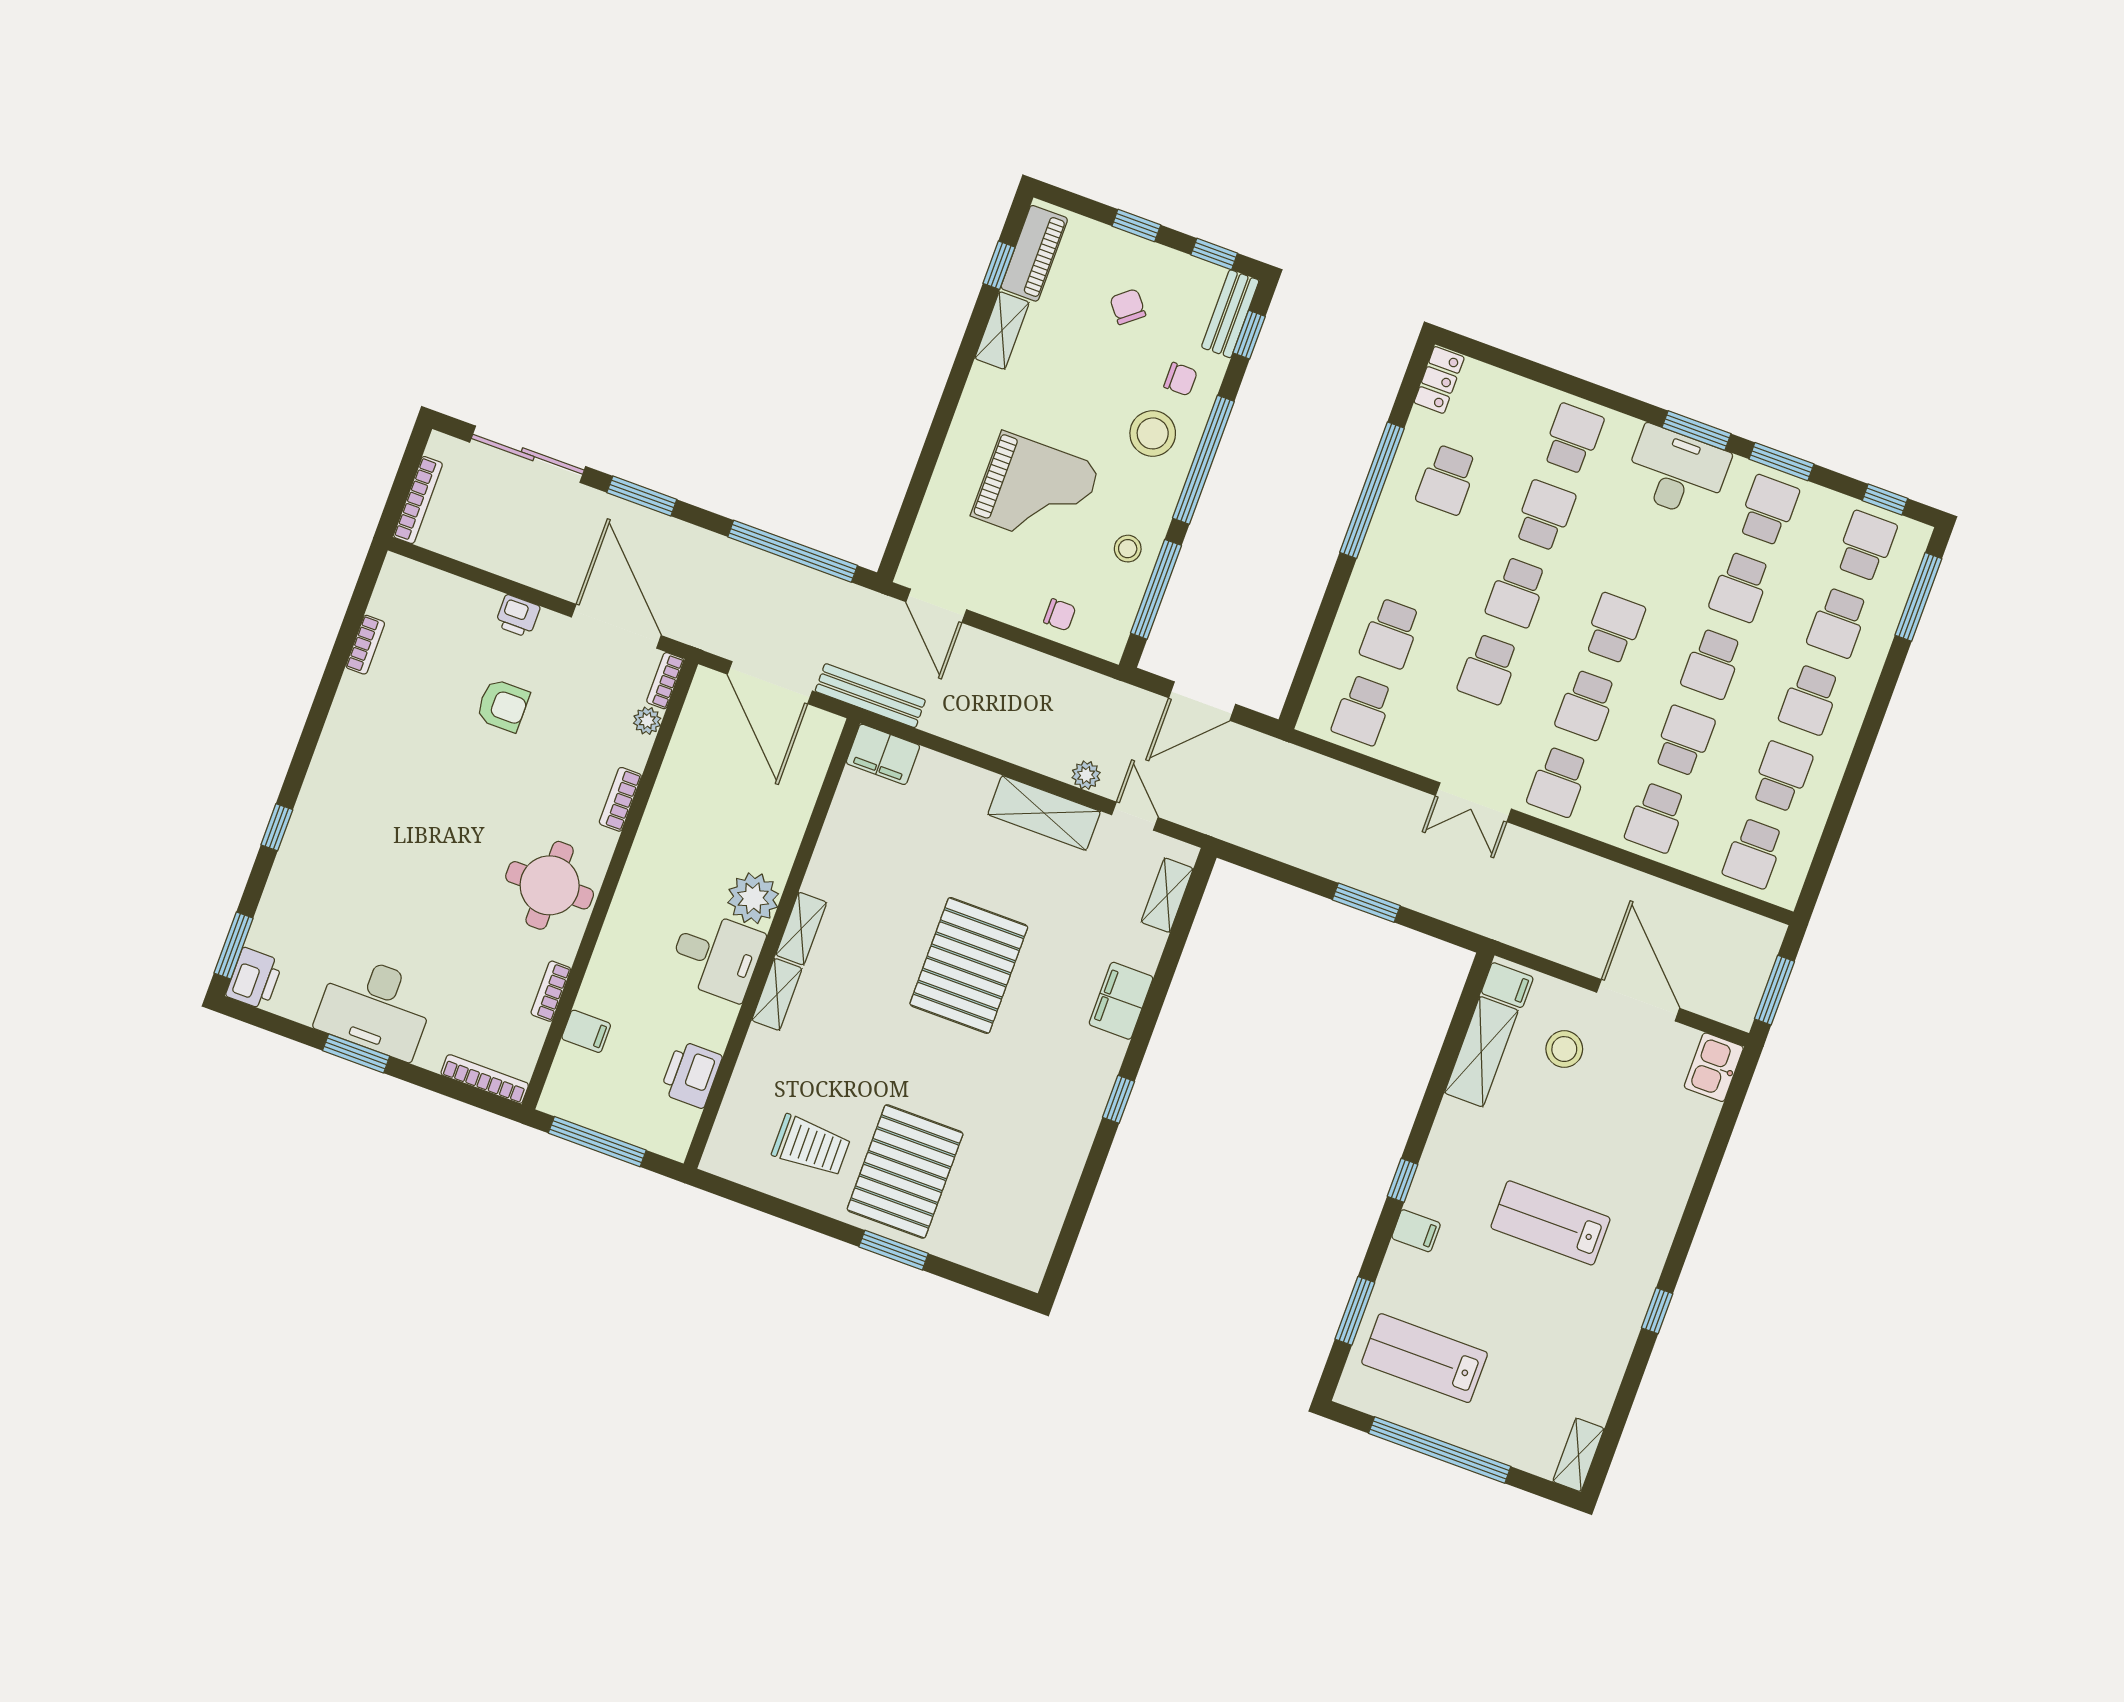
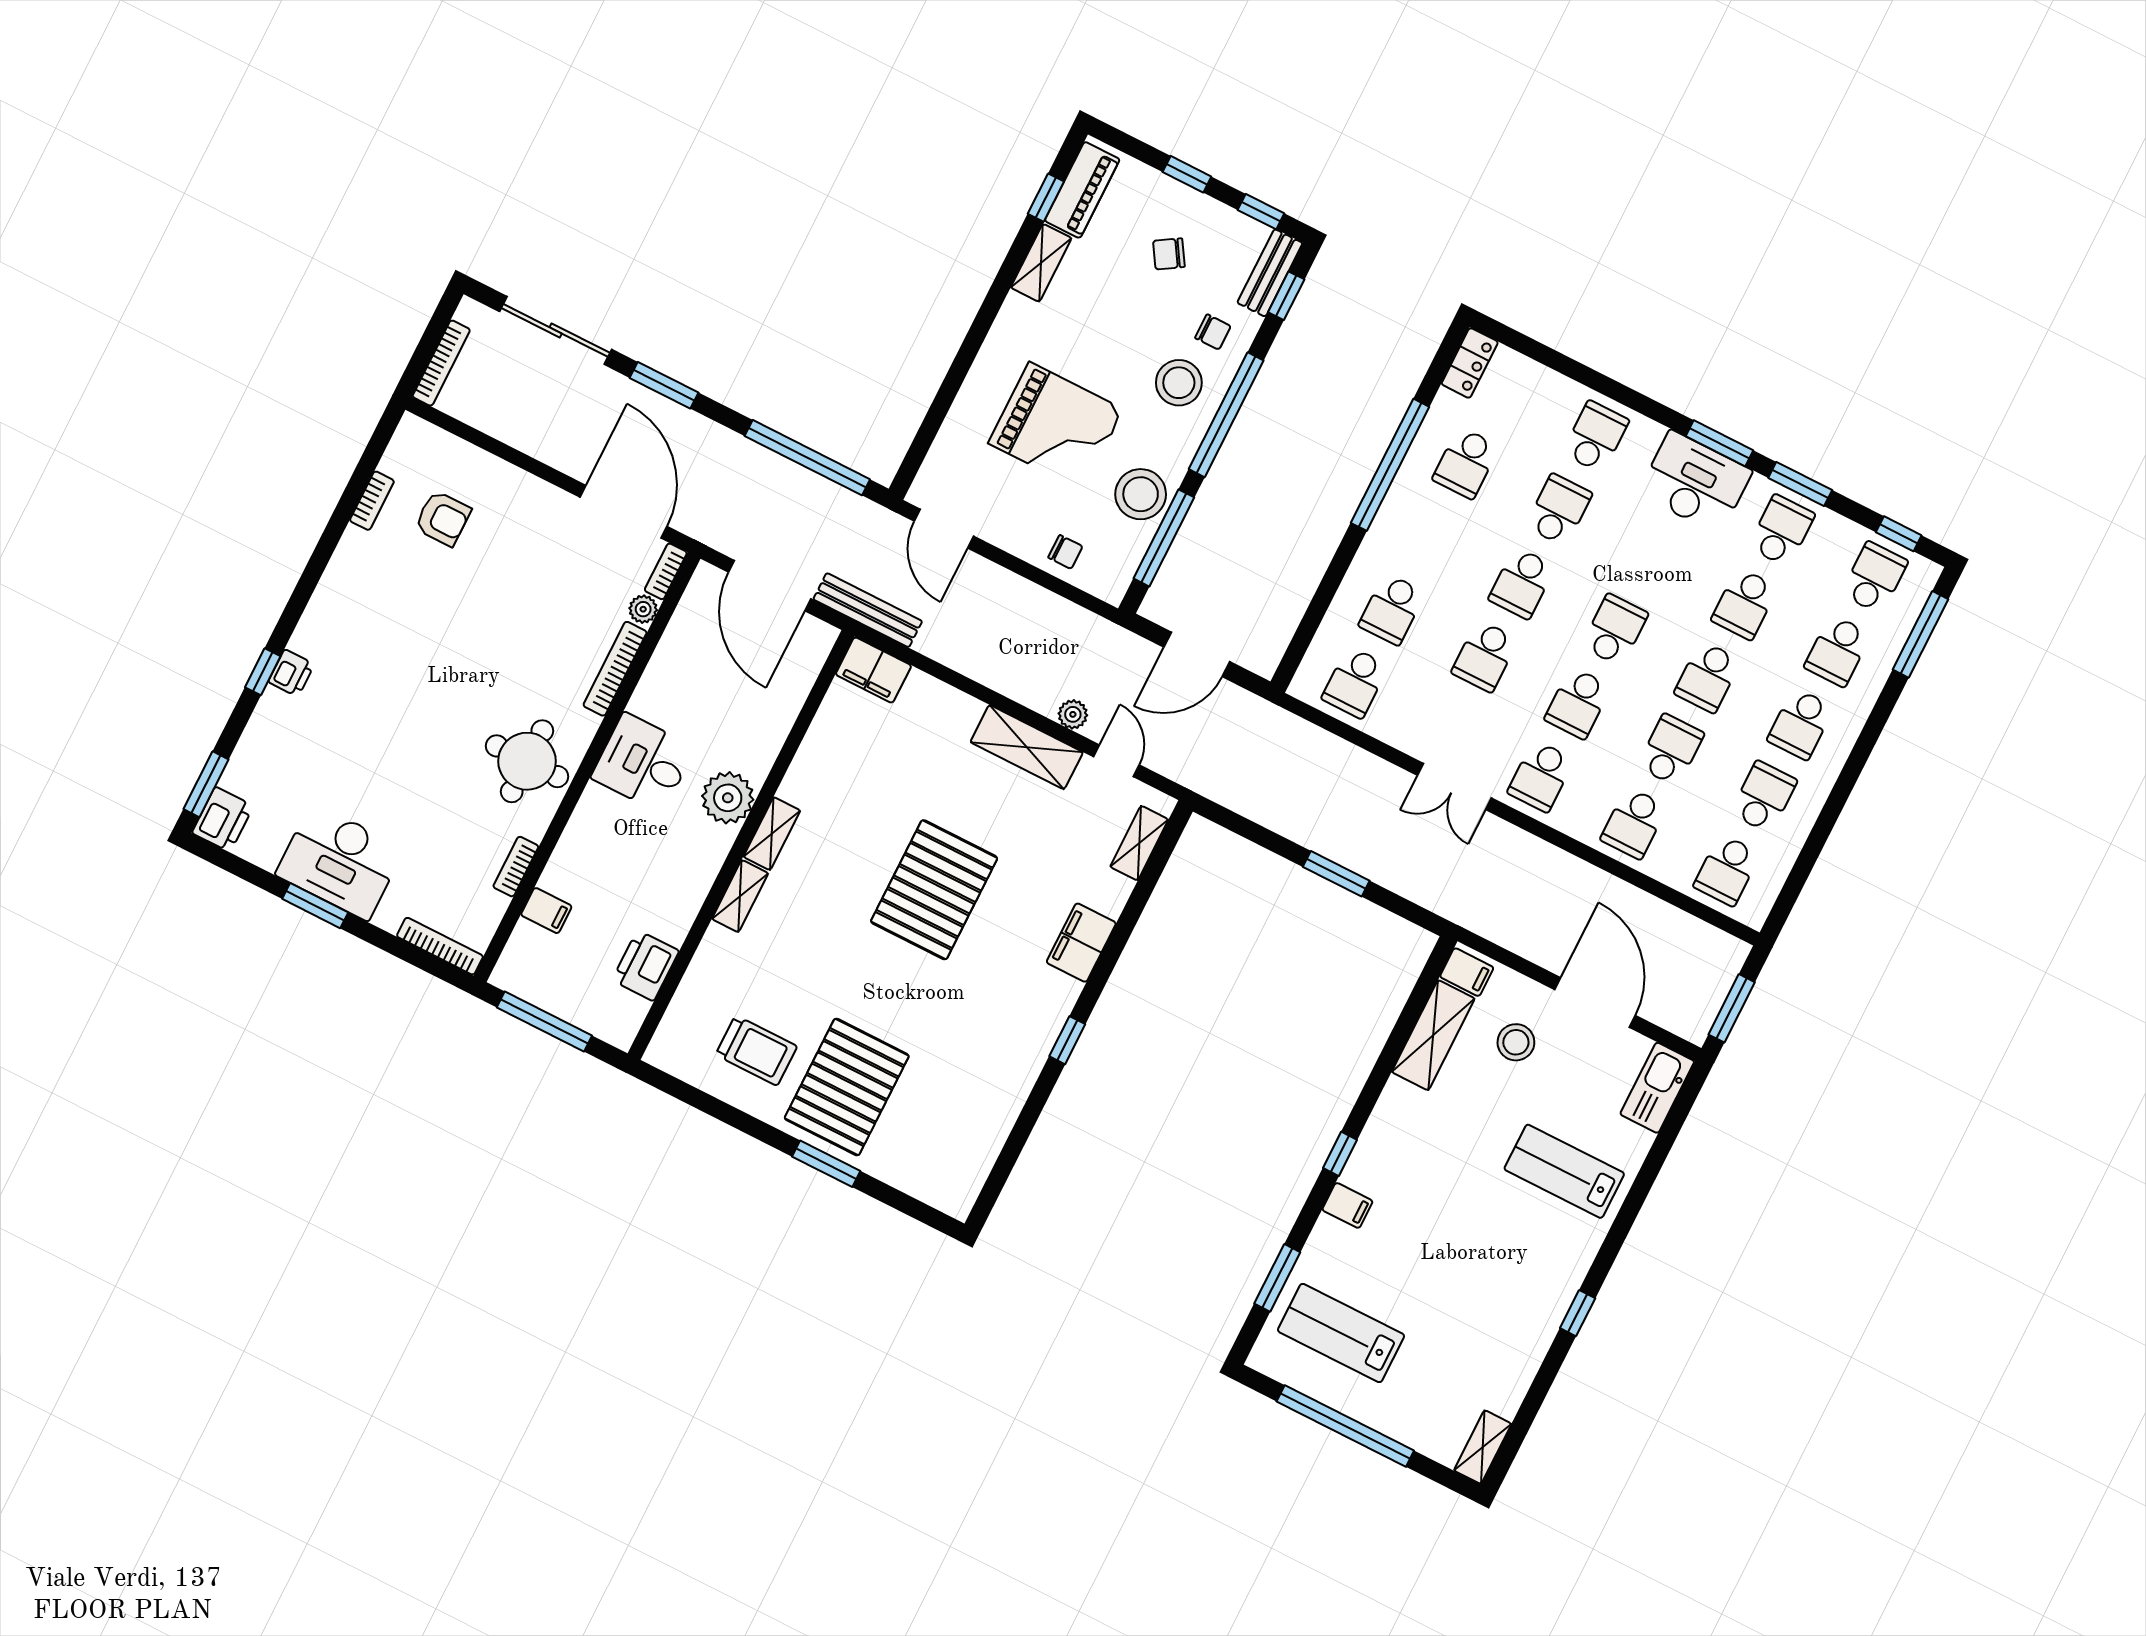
chair: (1128, 307) -> (1169, 254), turned -83
stool: (1128, 549) -> (1141, 494), width x1.89, depth x1.89
printer: (518, 616) -> (291, 673), moved, turned -90
armchair: (503, 705) -> (443, 518), moved
bookcase: (620, 799) -> (615, 669), width x1.56
desk: (716, 956) -> (643, 763), moved, turned 180
kitchen sink: (1714, 1067) -> (1657, 1088), width x1.38
lab bench: (1551, 1223) -> (1564, 1171), moved

